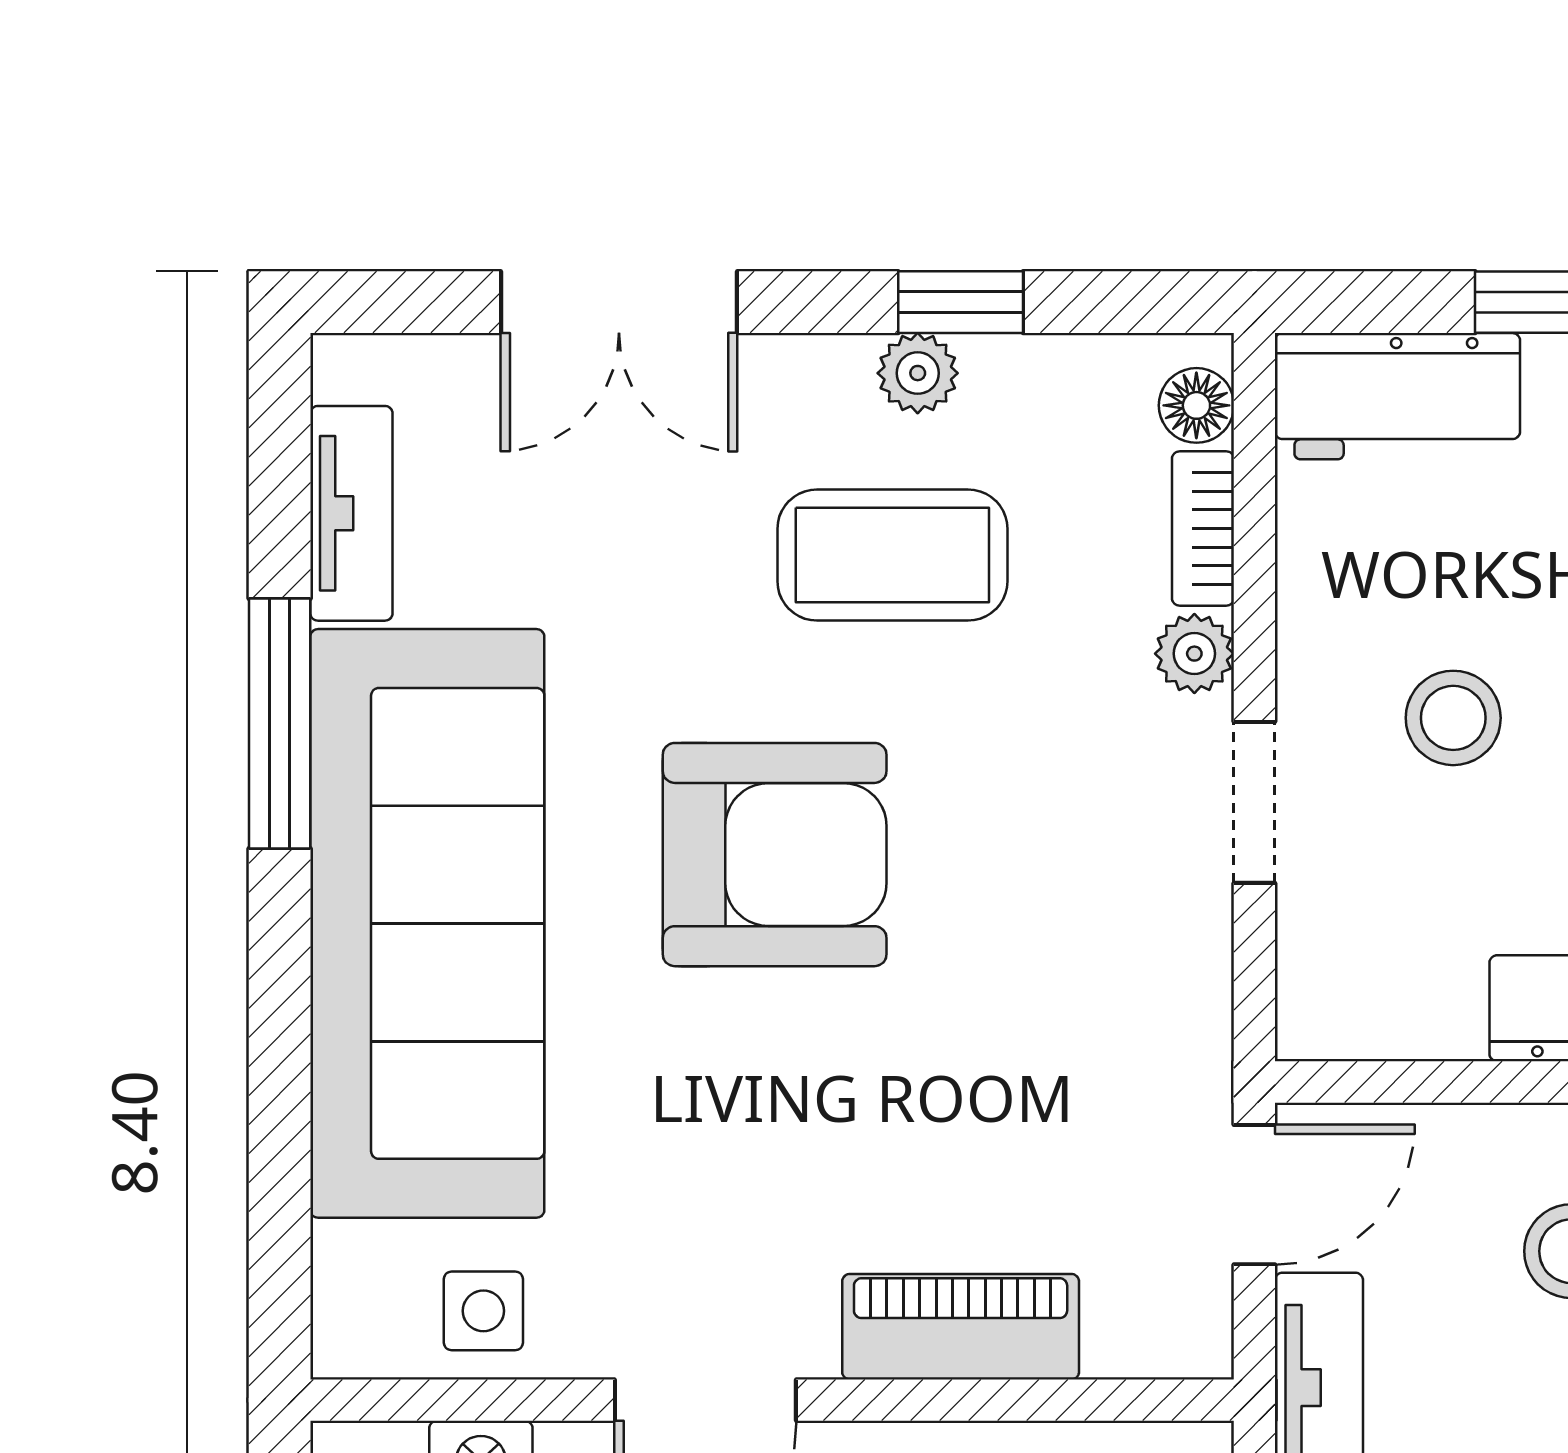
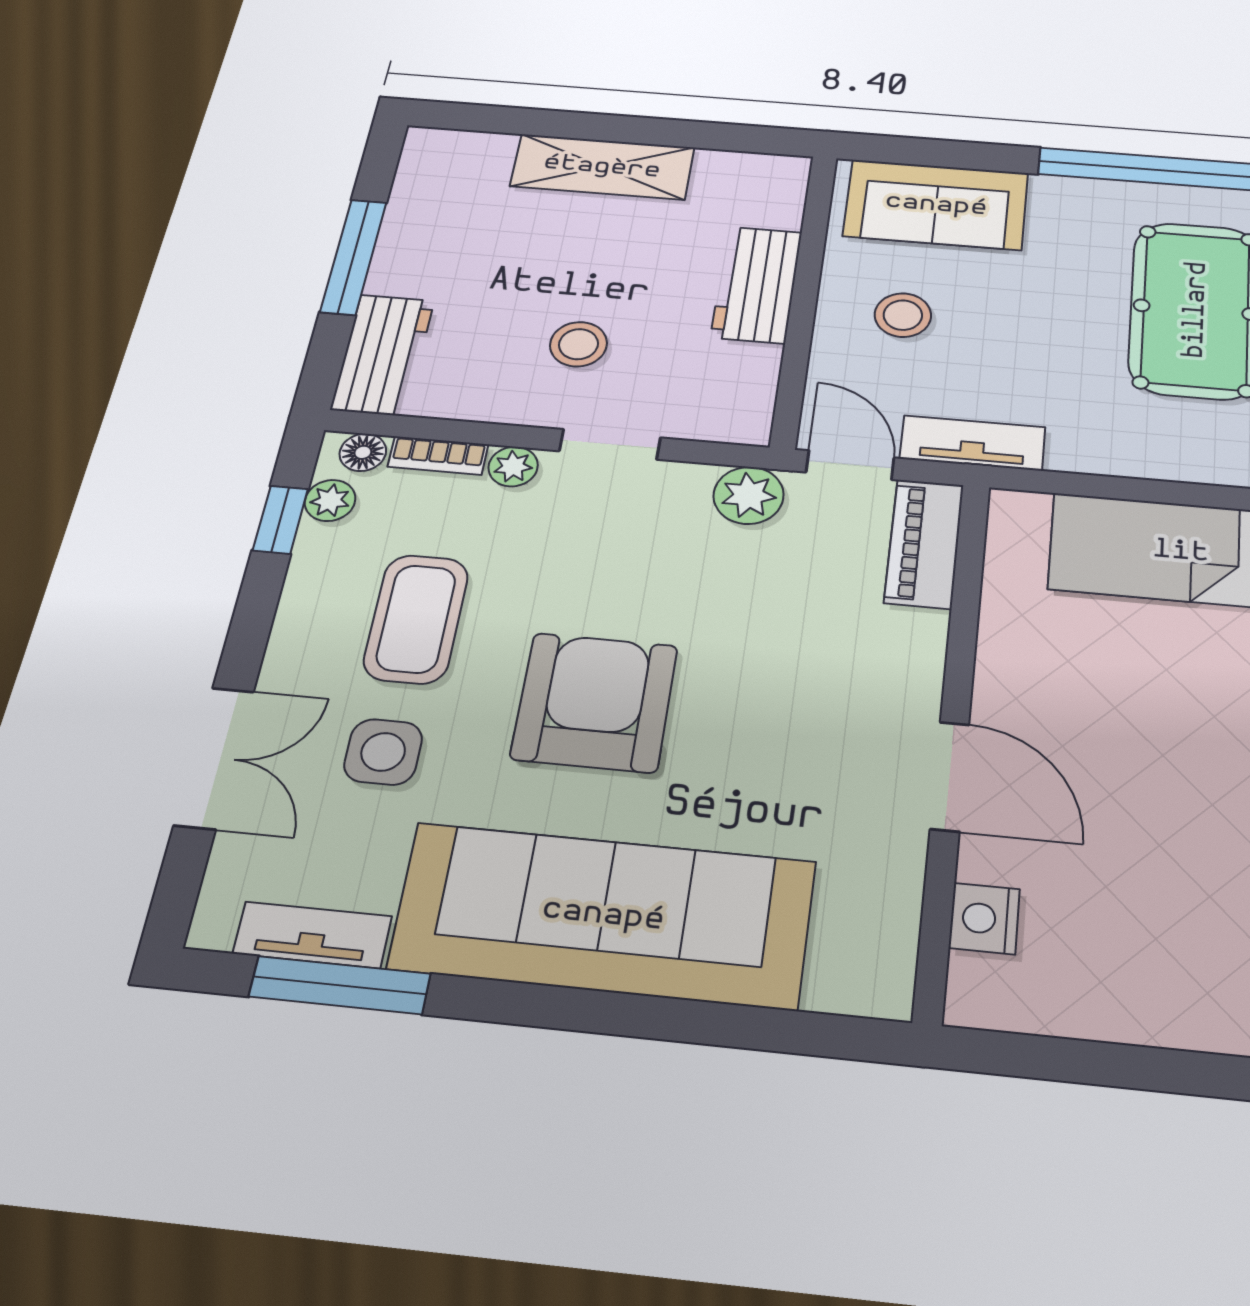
window: (961, 302) -> (280, 520), moved
plant: (918, 373) -> (330, 500), moved
window: (280, 724) -> (340, 985), moved
plant: (1178, 1039) -> (749, 495), added
side table: (483, 1311) -> (383, 752), moved, width x1.37, depth x1.37
piano: (961, 1327) -> (924, 543), moved

